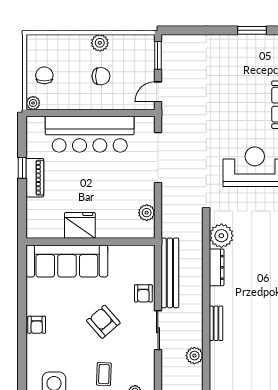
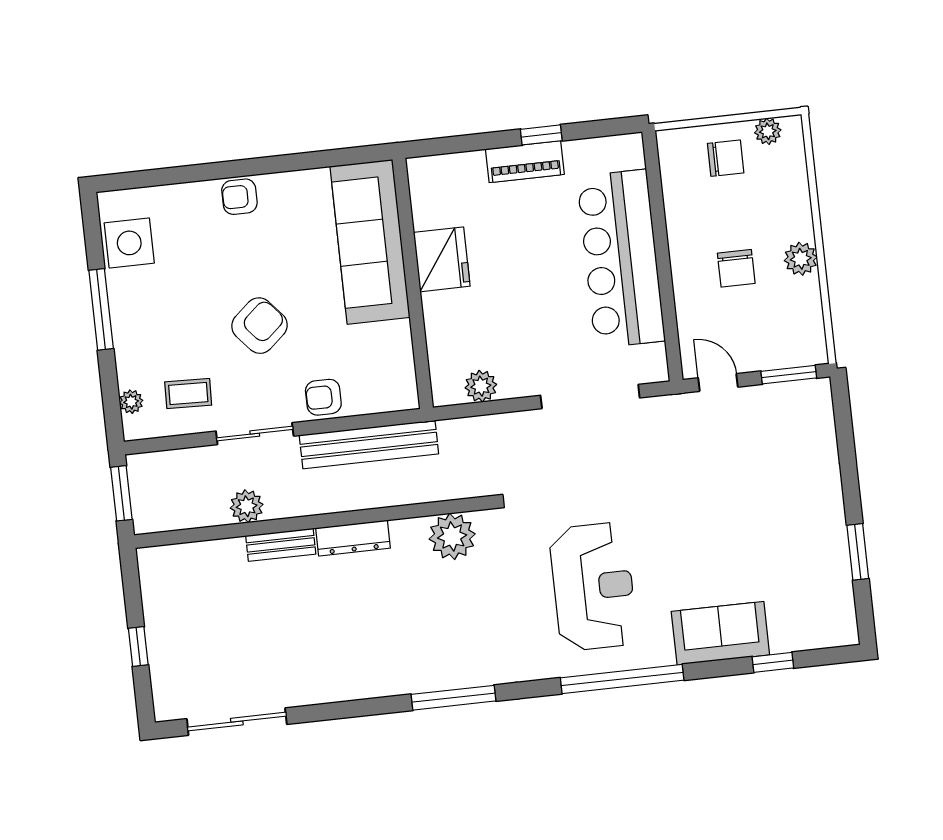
plant: (33, 103) -> (768, 131), moved
dresser: (217, 267) -> (353, 538), moved
plant: (194, 356) -> (247, 506), moved
coffee table: (104, 374) -> (188, 394), moved

